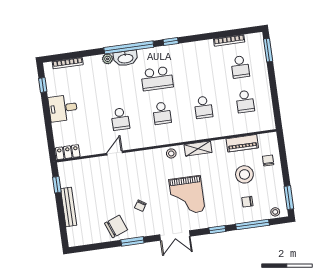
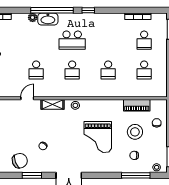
shelving: (198, 149) -> (52, 104), moved
grand piano: (187, 195) -> (98, 137), moved
window: (217, 230) -> (105, 175), removed

